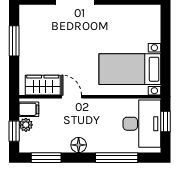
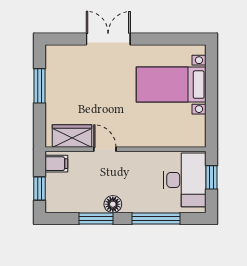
bed with nightstands: (130, 69) -> (171, 85), moved
plant: (26, 125) -> (53, 181), removed
window: (46, 158) -> (96, 219), moved

